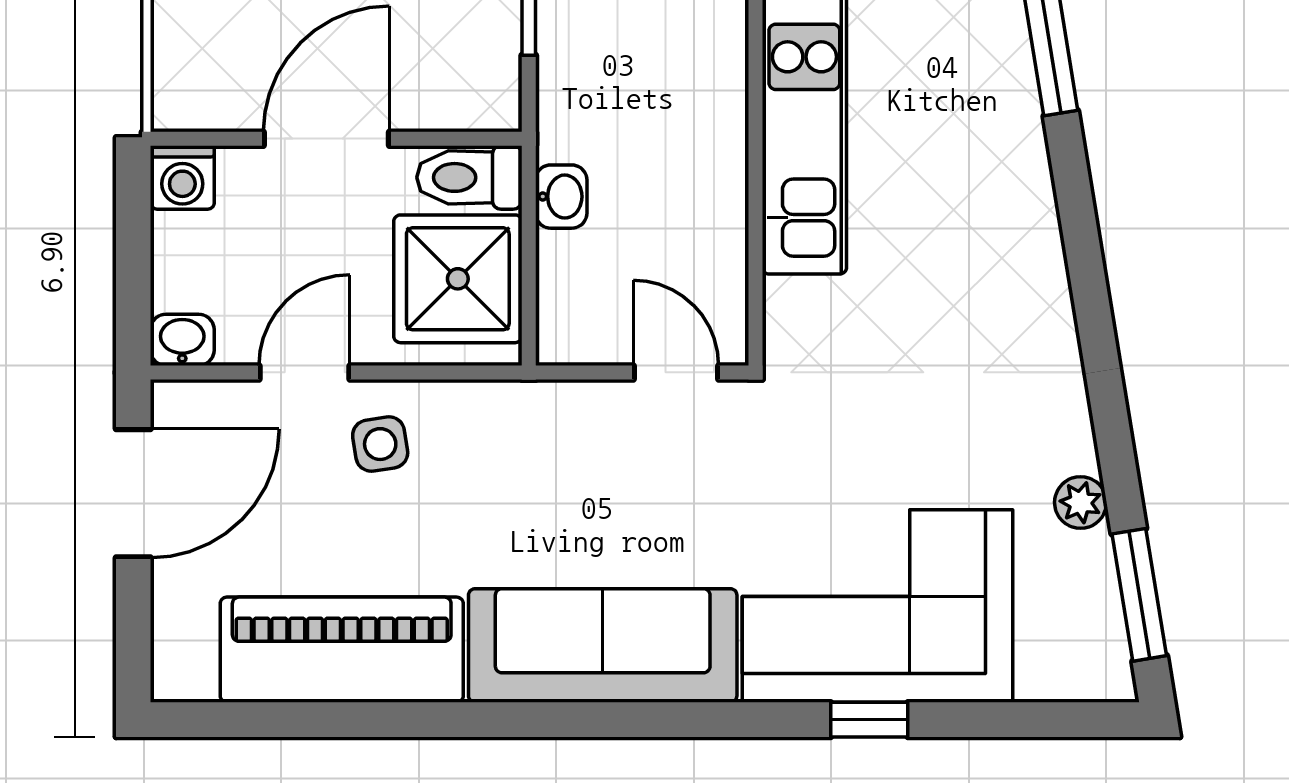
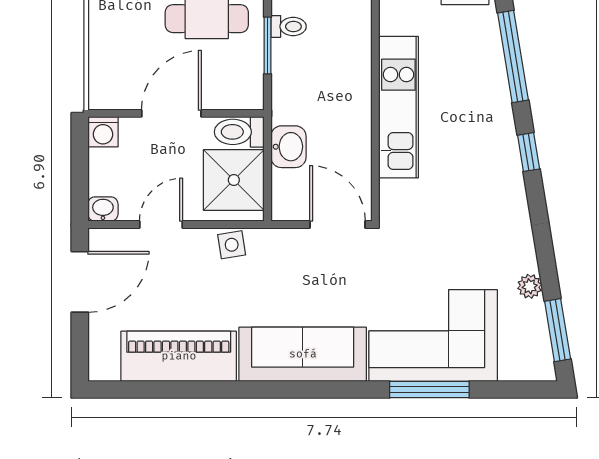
washbasin: (561, 197) -> (288, 147), width x1.38, depth x1.45
window: (1078, 220) -> (529, 152), added
door: (676, 372) -> (337, 225), width x1.38
side table: (380, 444) -> (232, 245), moved
window: (869, 720) -> (429, 389), width x2.17

